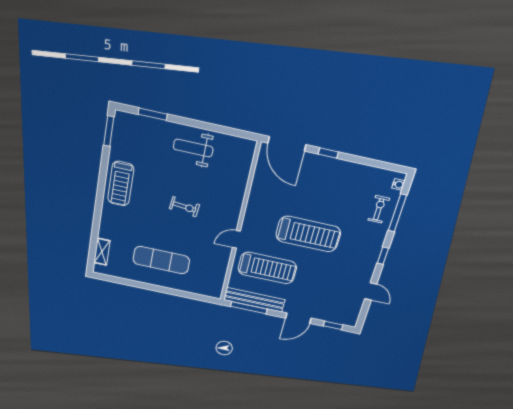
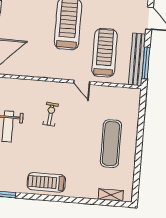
treadmill: (121, 184) -> (46, 182), turned 180
exercise bike: (184, 207) -> (51, 114), moved

